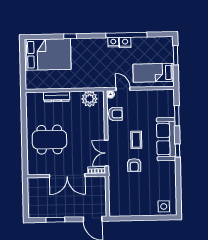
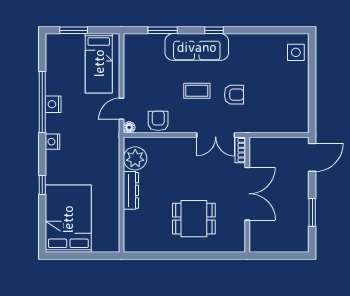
nightstand: (113, 42) -> (53, 142), moved
dresser: (57, 97) -> (131, 190), moved
dining table: (49, 140) -> (194, 219), width x0.73

